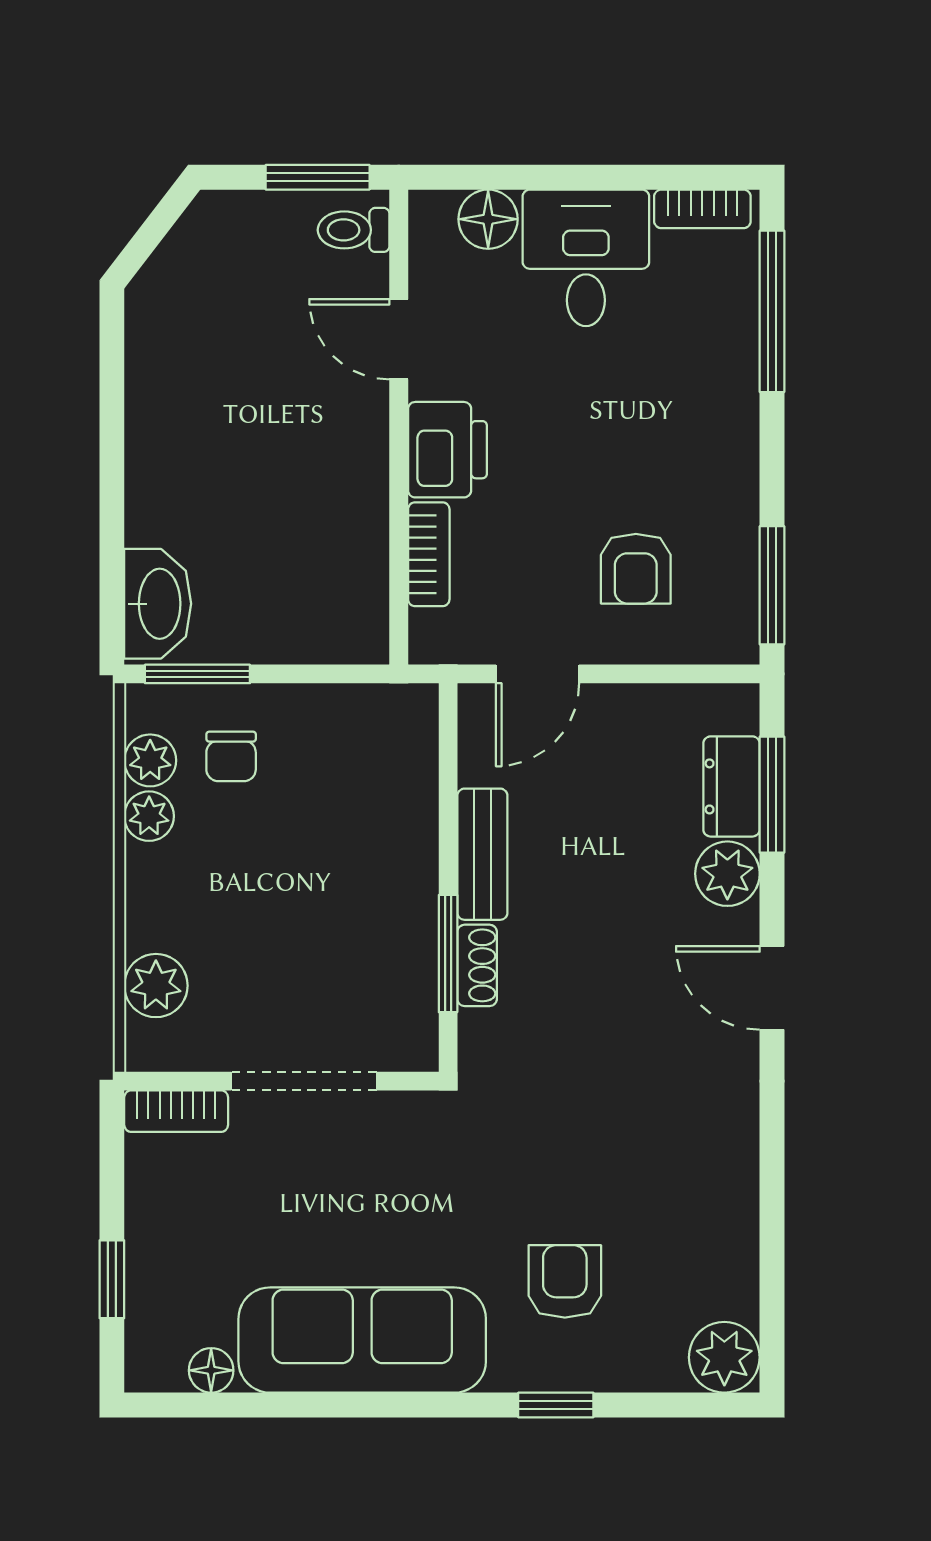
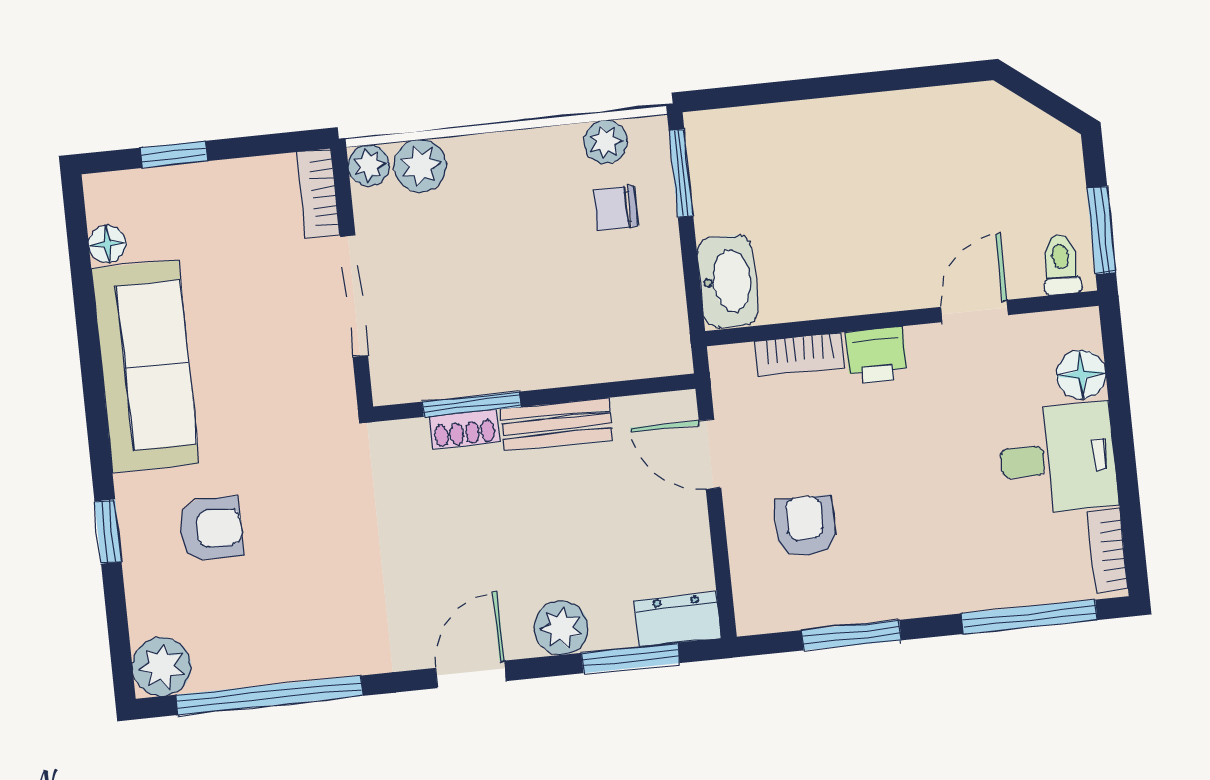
printer: (447, 450) -> (876, 355), width x0.73, depth x0.81
armchair: (636, 569) -> (805, 526), turned 90
window: (772, 585) -> (851, 635), moved
washbasin: (158, 604) -> (728, 281), moved, turned -90
dresser: (731, 786) -> (678, 619), moved
plant: (149, 816) -> (369, 165), moved
window: (772, 1232) -> (269, 695), added

